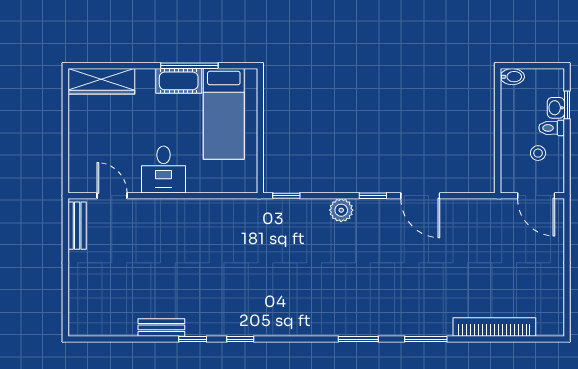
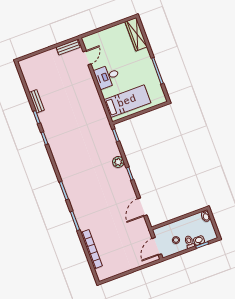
cot: (179, 81) -> (149, 69), removed
bed: (224, 114) -> (127, 101), moved, turned 180
door: (420, 196) -> (142, 207), moved

